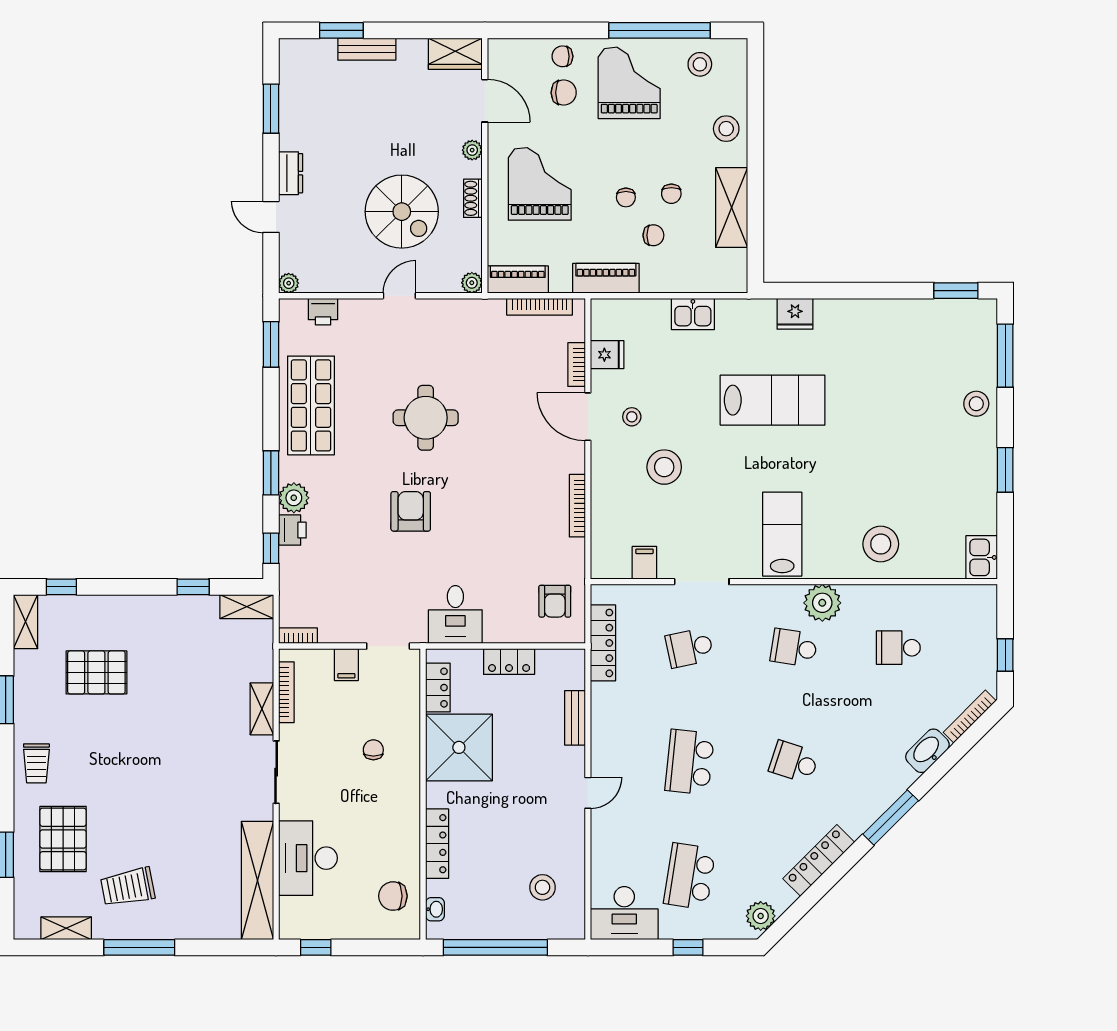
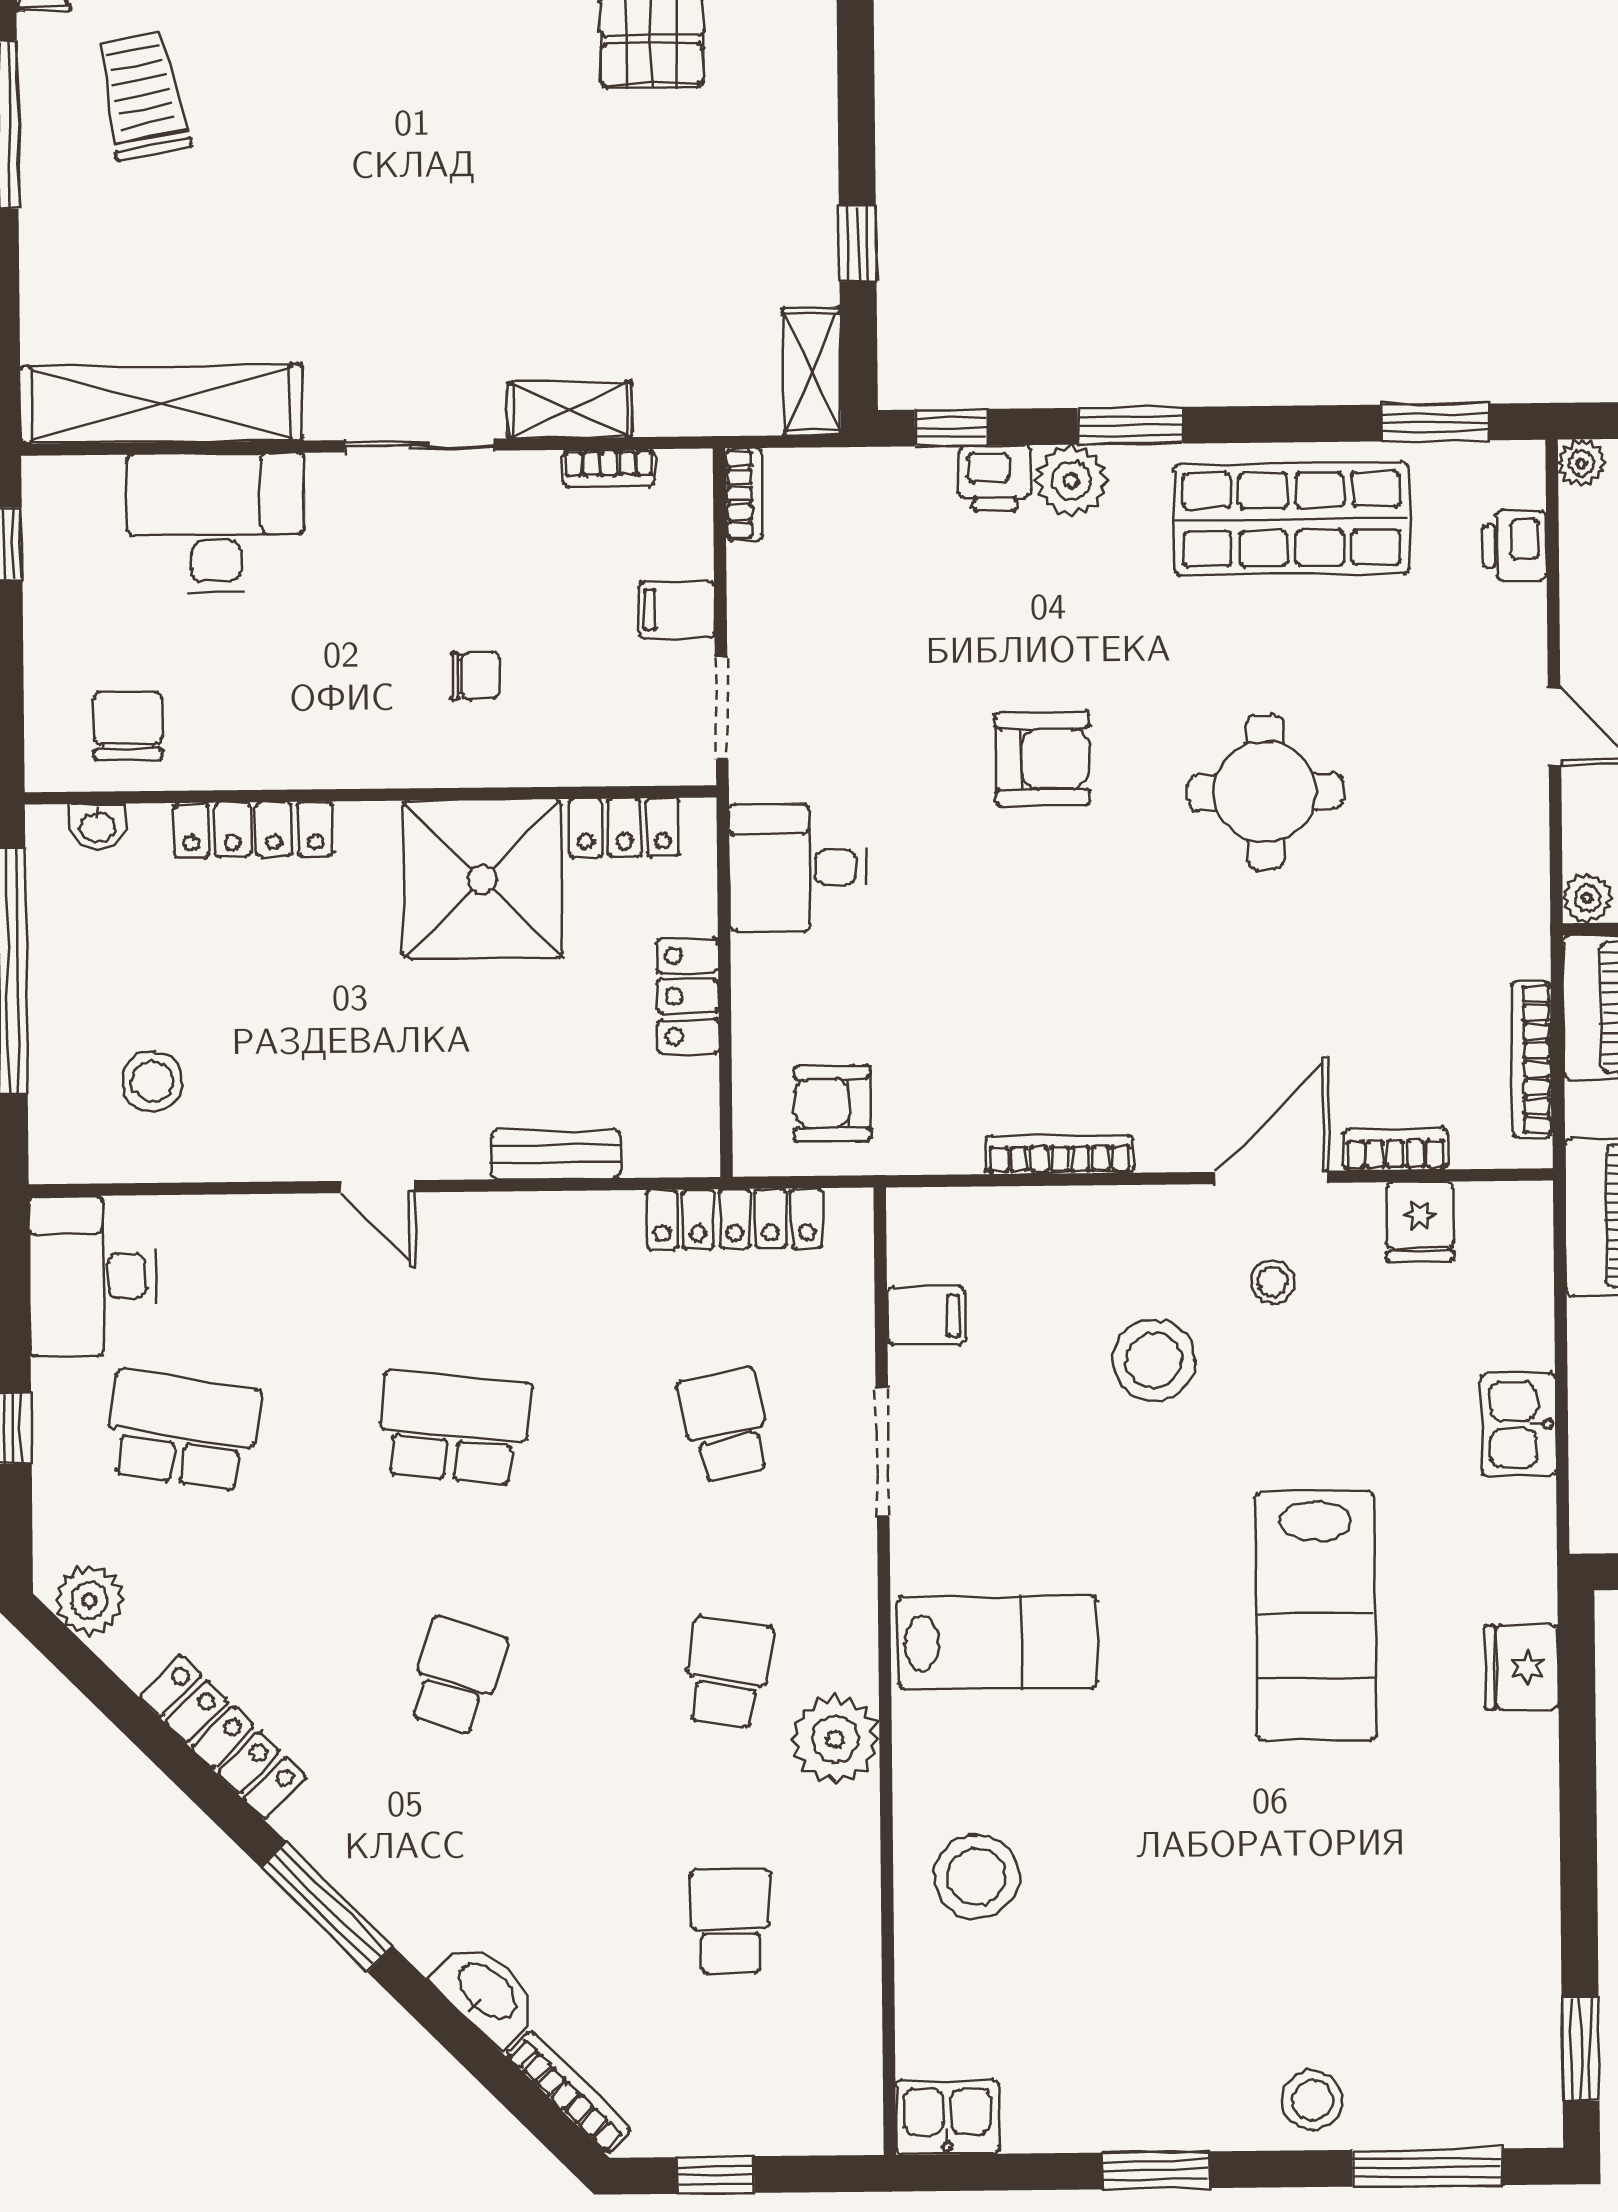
bookcase: (286, 692) -> (609, 468), width x0.64

